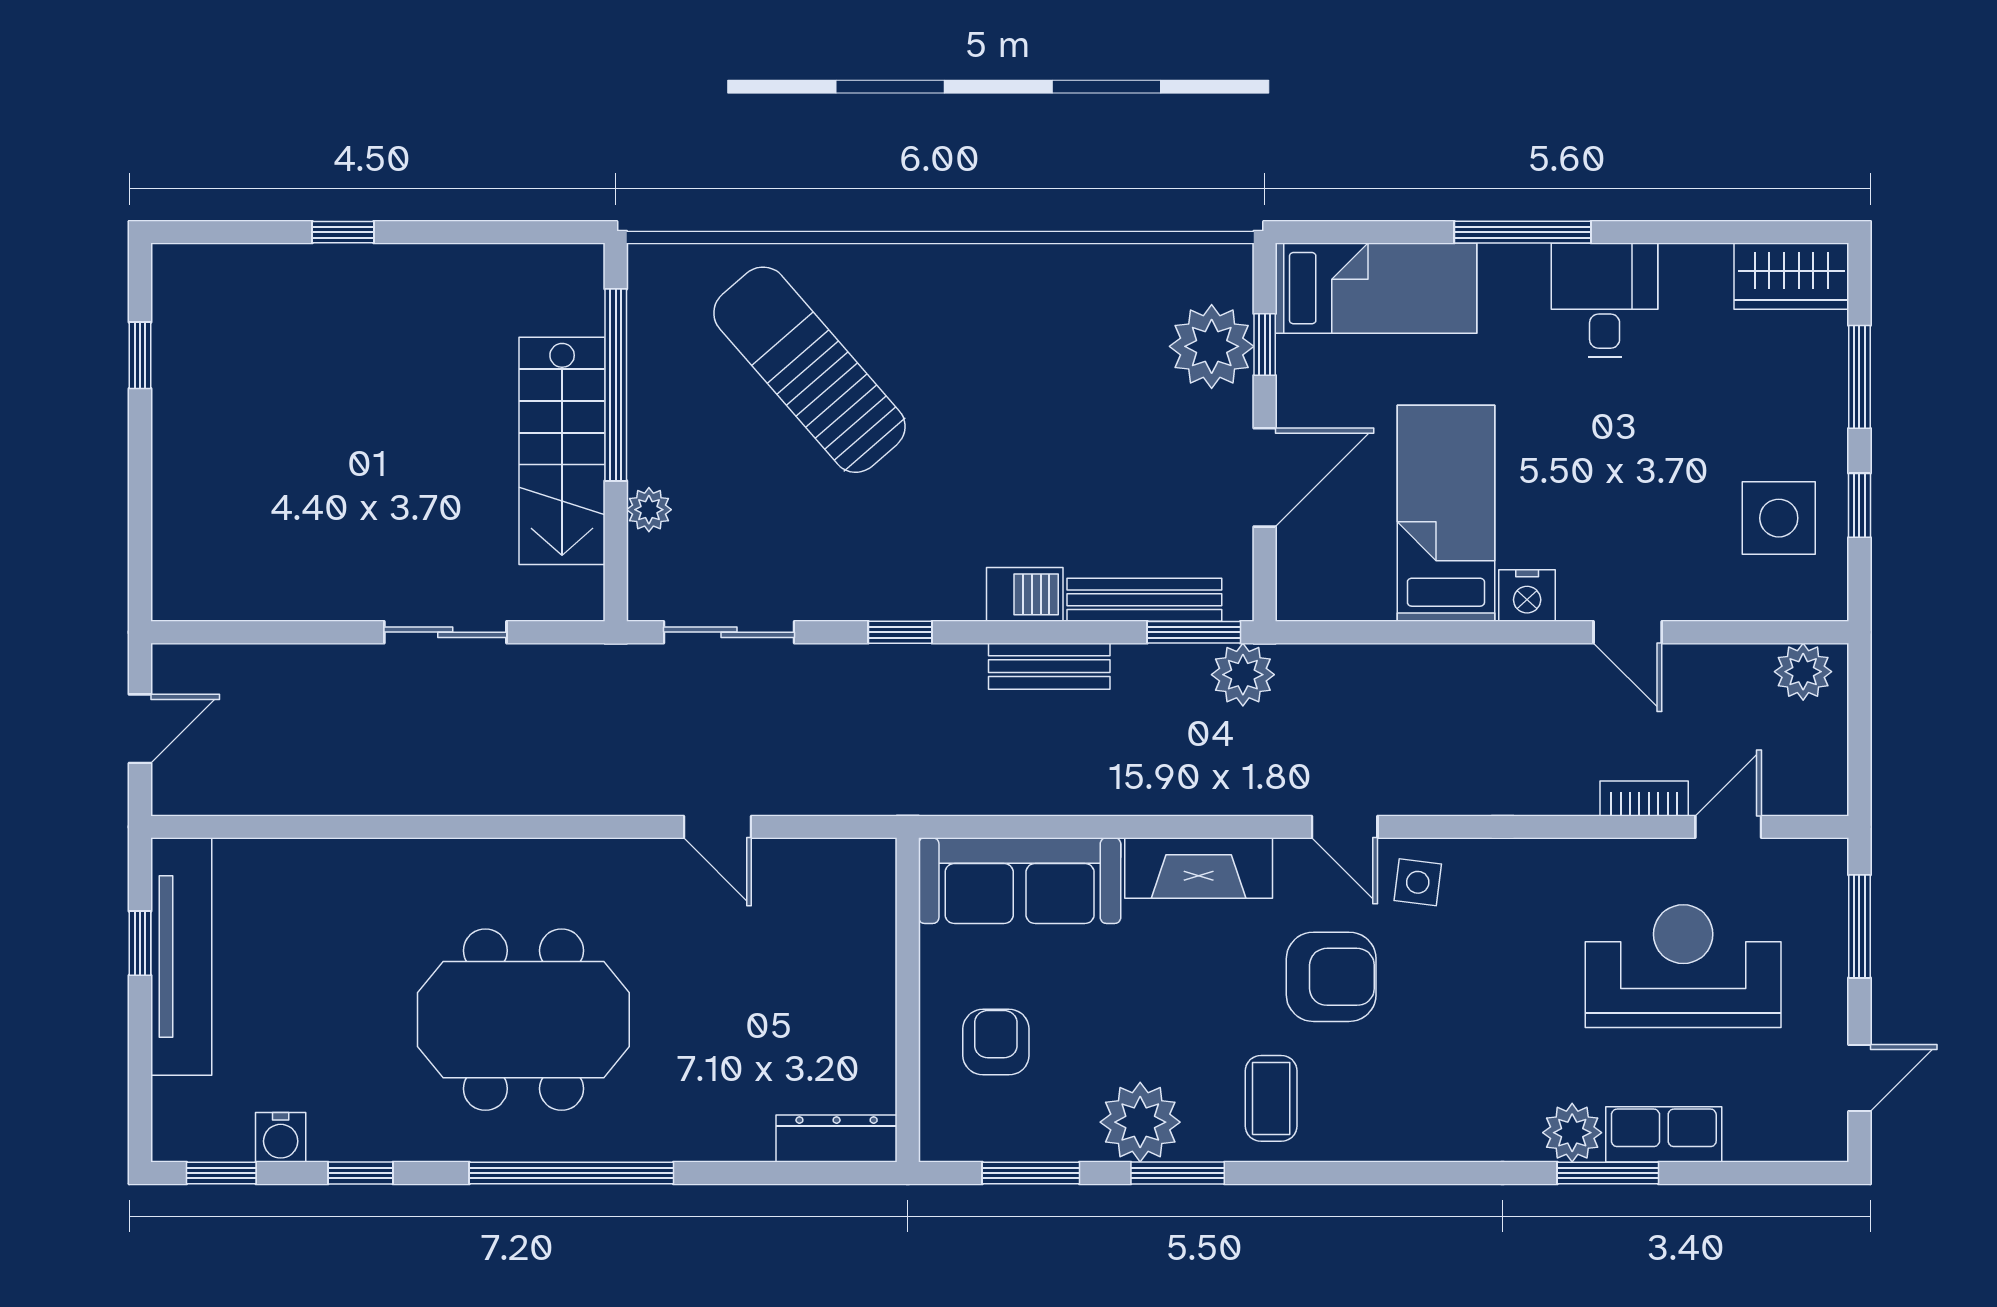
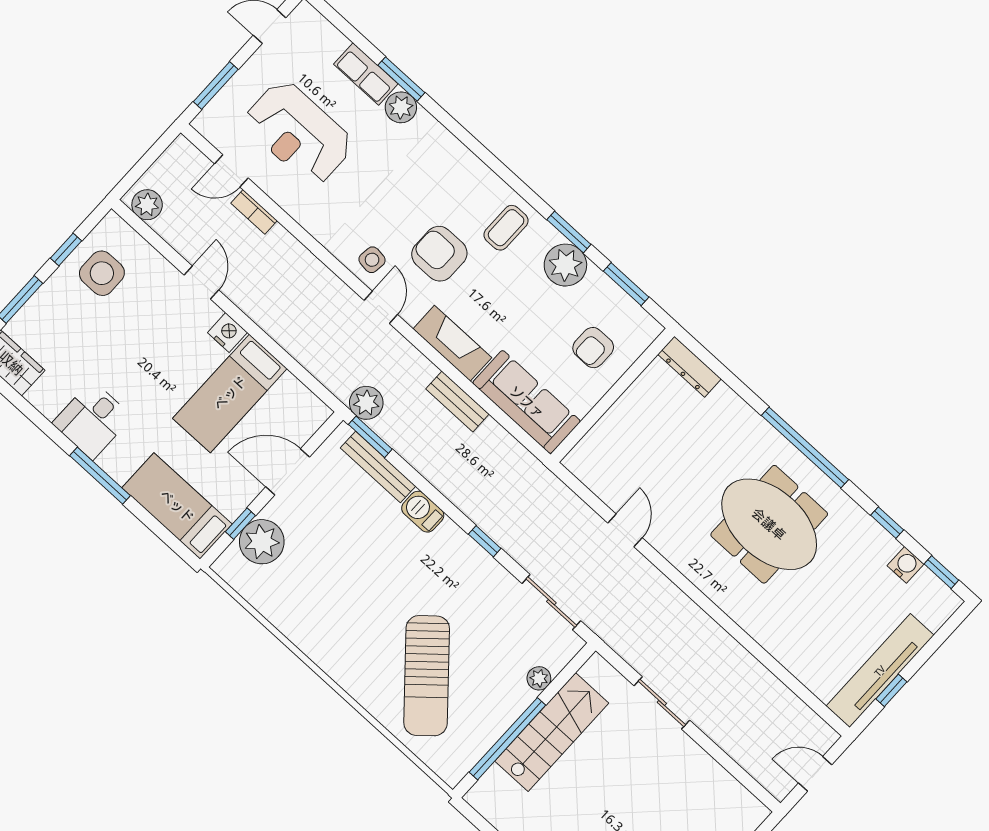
bench: (1049, 666) -> (457, 402), moved

